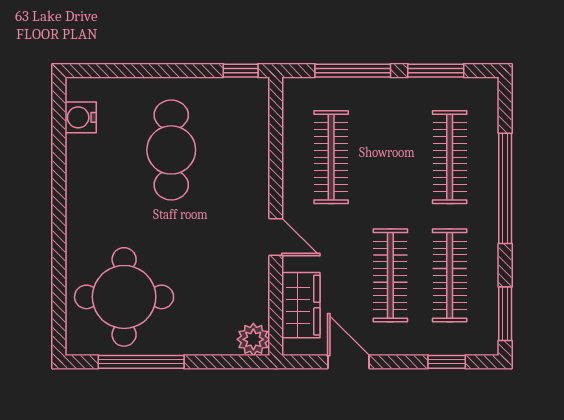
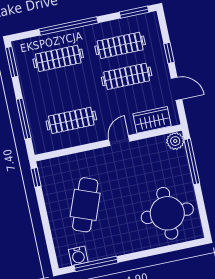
window: (436, 71) -> (12, 62), moved
window: (59, 147) -> (96, 264), added
cafe table: (171, 150) -> (85, 205), turned -69
window: (141, 362) -> (192, 162), moved
door: (348, 362) -> (176, 89), swing flipped
window: (447, 362) -> (169, 53), moved

